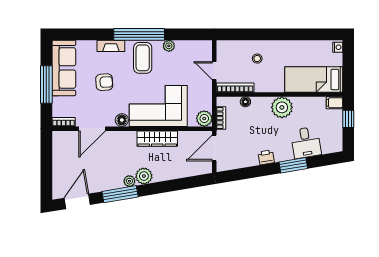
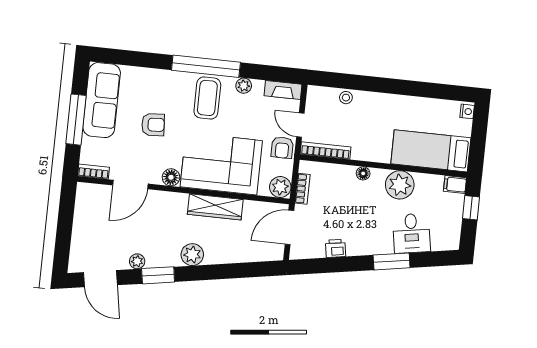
fireplace: (111, 46) -> (283, 90), moved
stool: (257, 59) -> (346, 98), moved
armchair: (203, 89) -> (282, 148), added
floor lamp: (245, 102) -> (363, 173), moved
plant: (282, 107) -> (400, 185), moved
printer: (266, 157) -> (336, 248), moved
plant: (129, 181) -> (137, 261), moved
window: (120, 194) -> (158, 275), width x0.69
door: (77, 201) -> (100, 279), swing flipped

